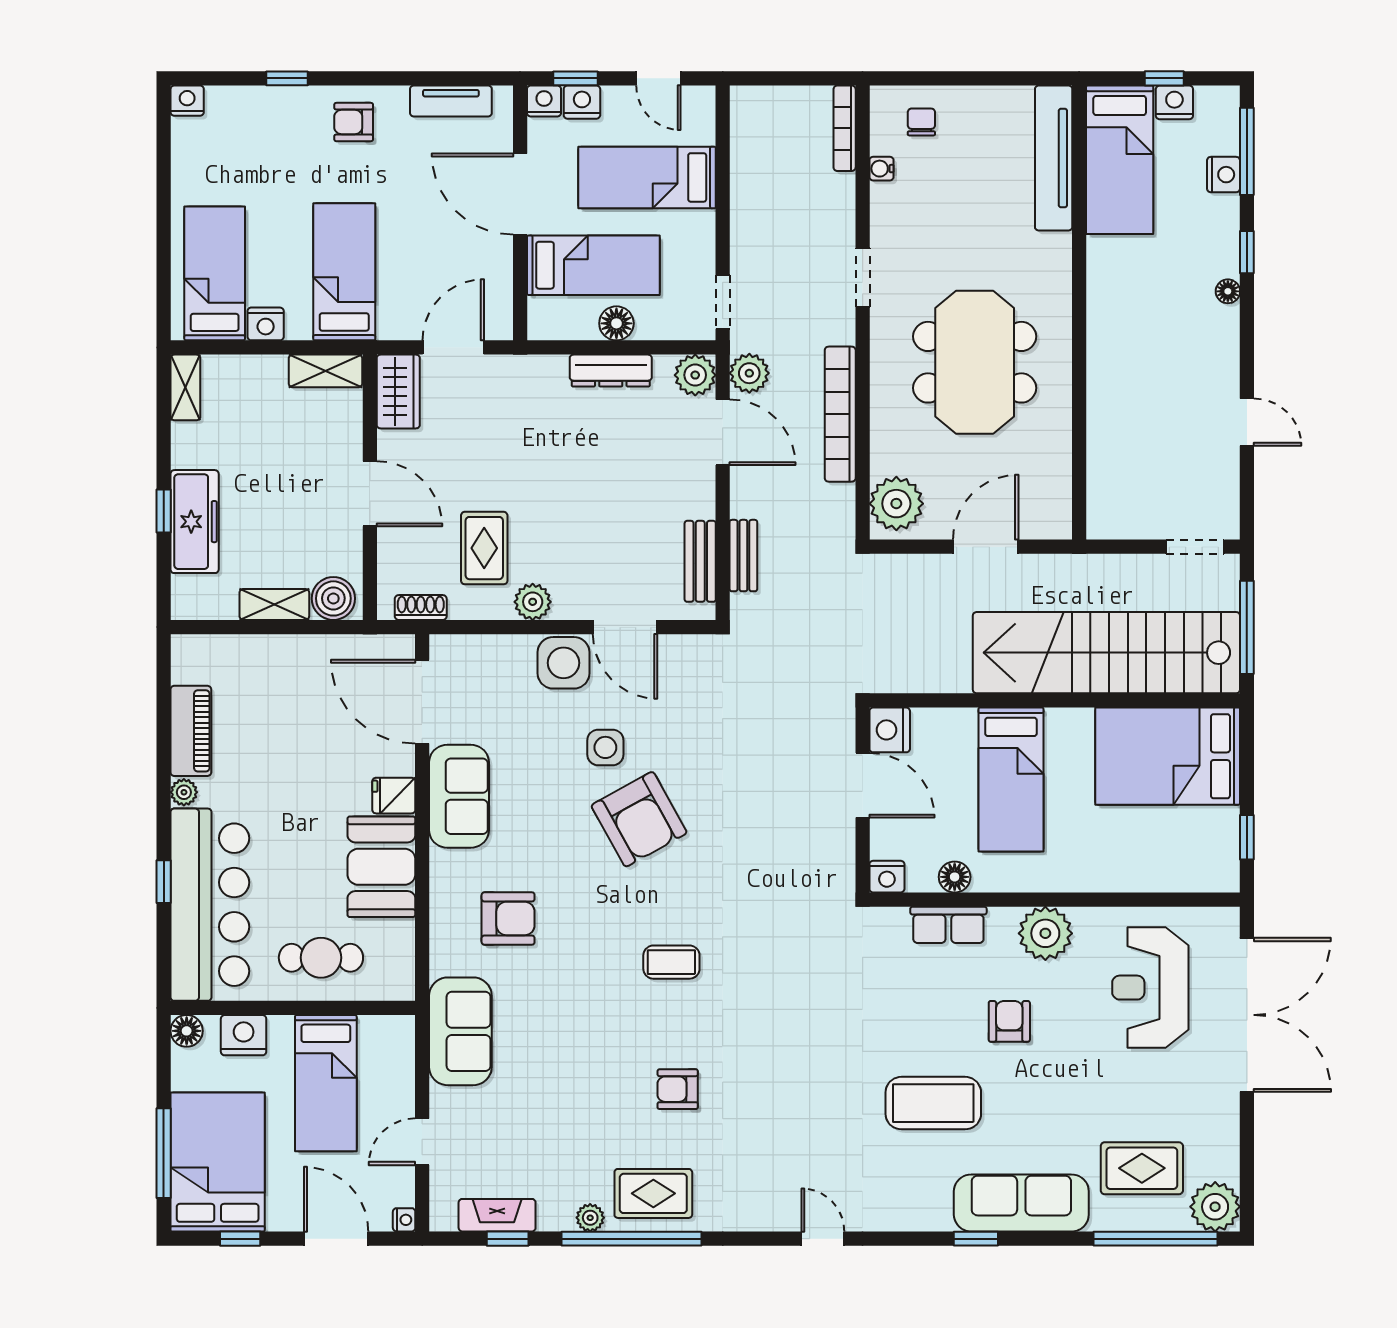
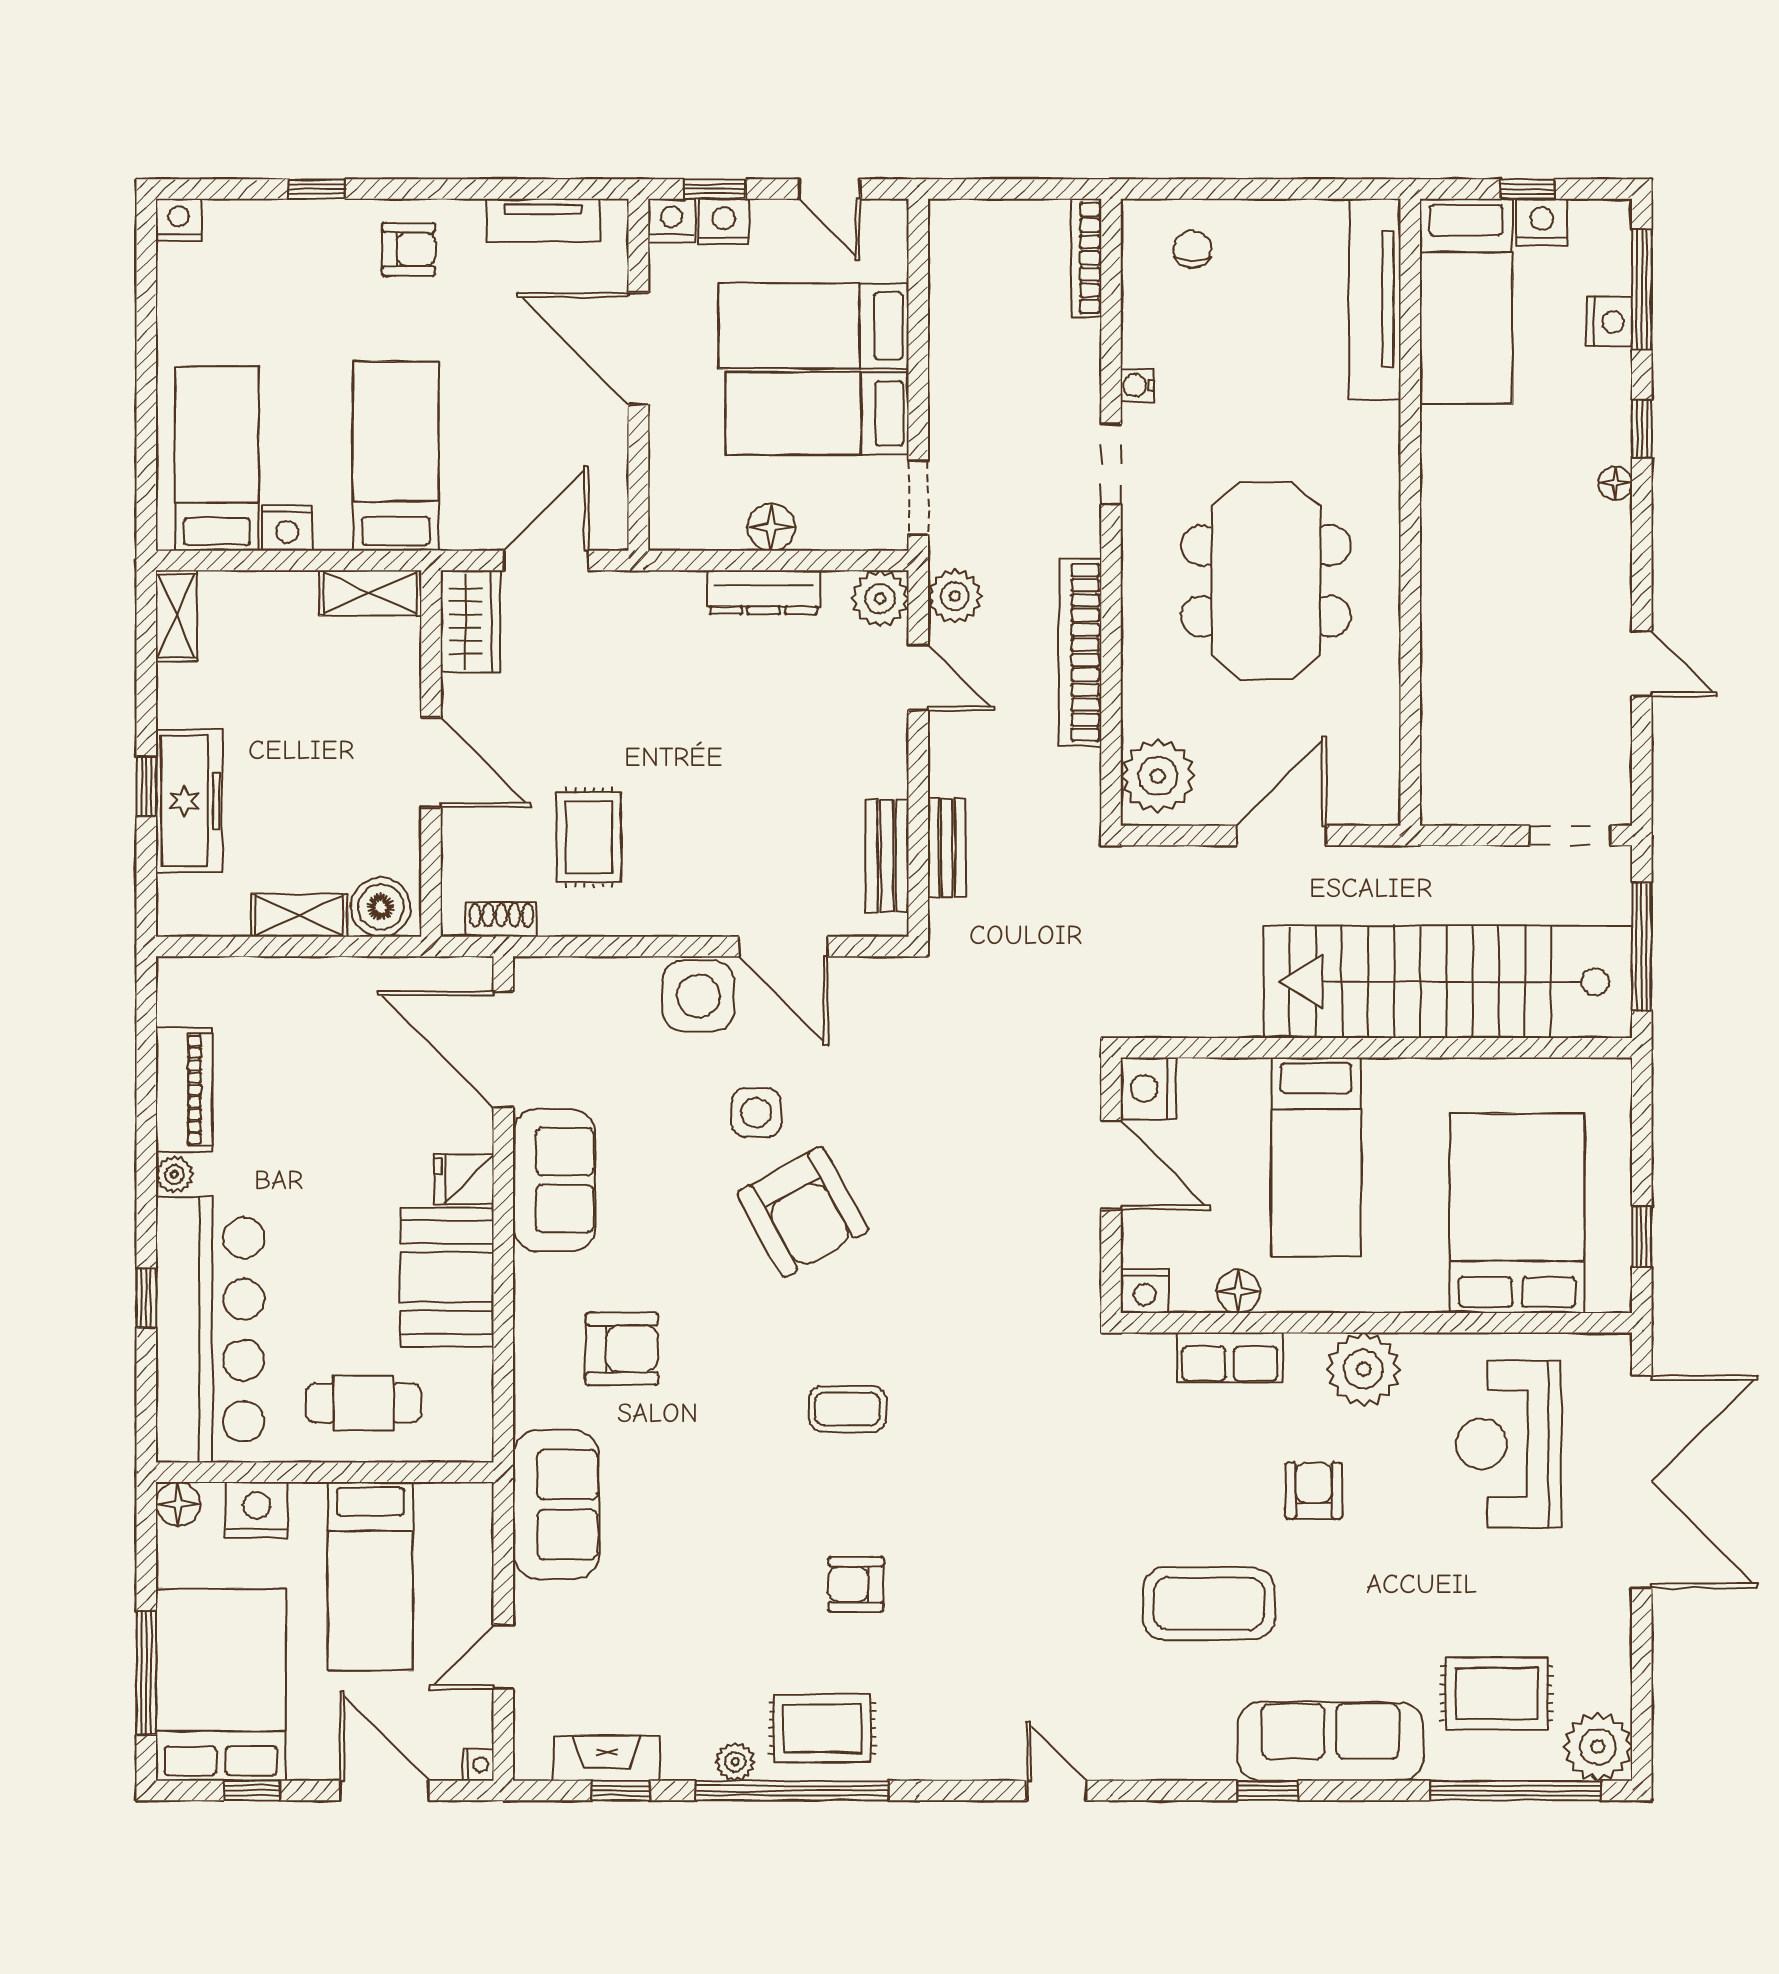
armchair: (354, 122) -> (409, 249), turned 180
water cooler: (881, 169) -> (1137, 385), moved
bed: (593, 265) -> (817, 413), moved, turned 180
door: (723, 432) -> (918, 678), width x0.73
plant: (533, 602) -> (656, 912), removed
bed: (1168, 756) -> (1517, 1213), moved, turned 90

